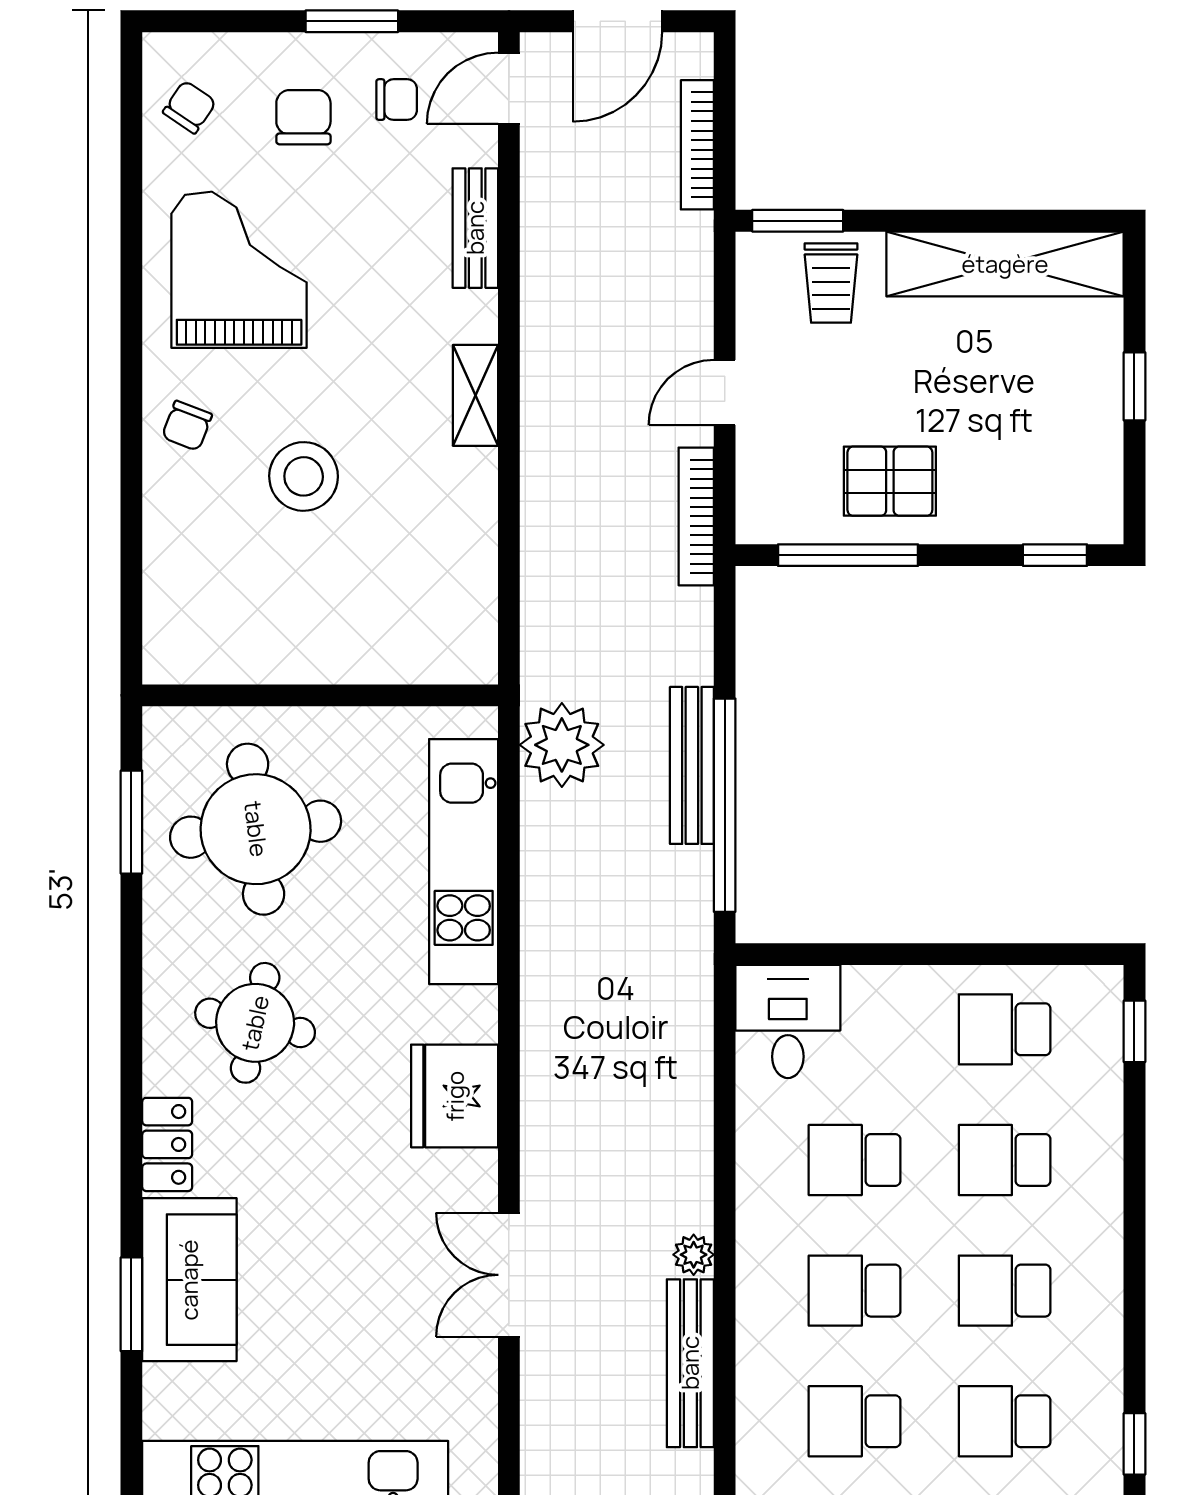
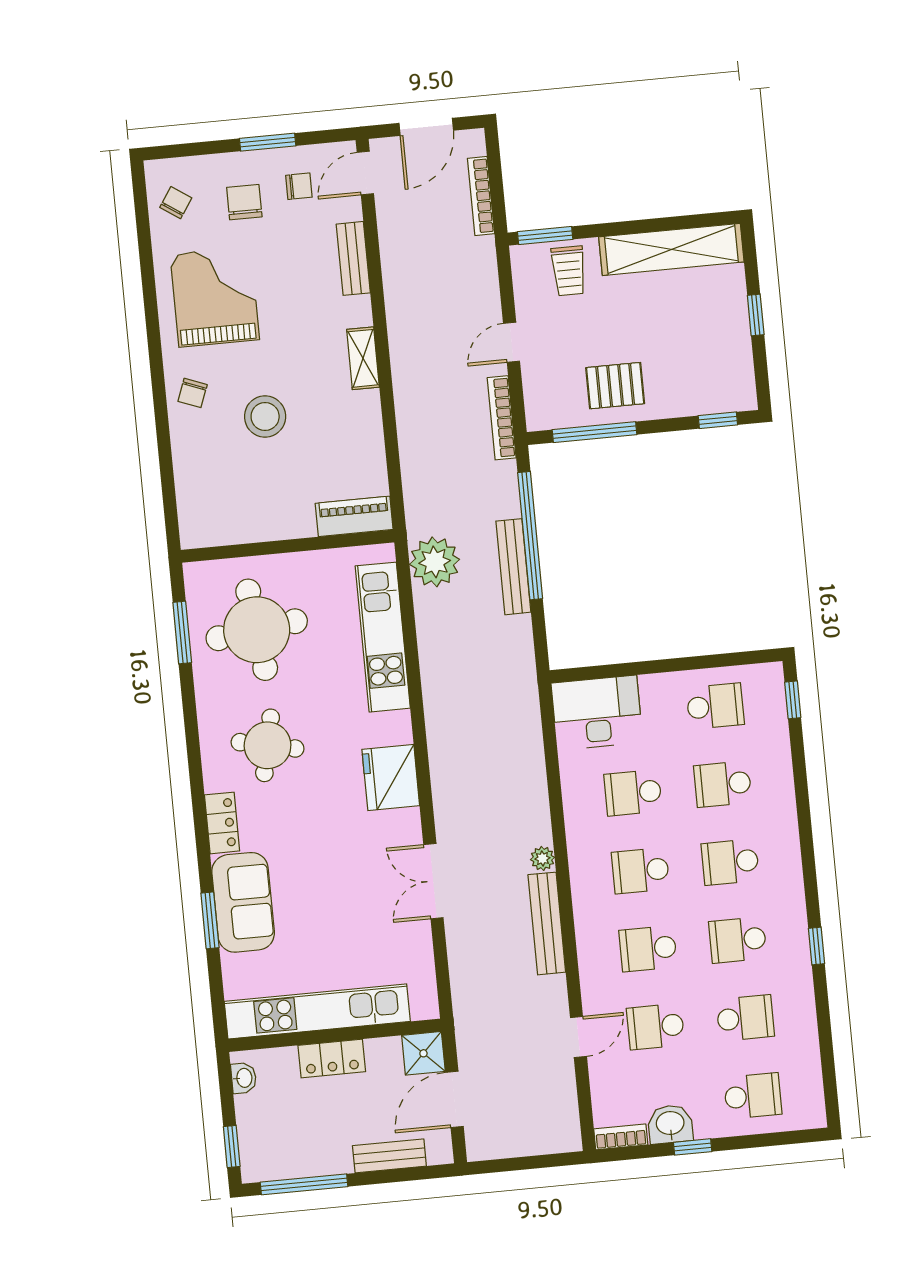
piano: (436, 657) -> (354, 516), added
window: (725, 805) -> (530, 536), moved
desk: (788, 1021) -> (597, 713), width x1.37
school desk: (1005, 1029) -> (715, 706), turned 180

